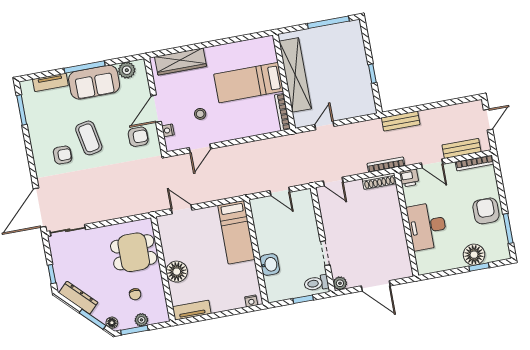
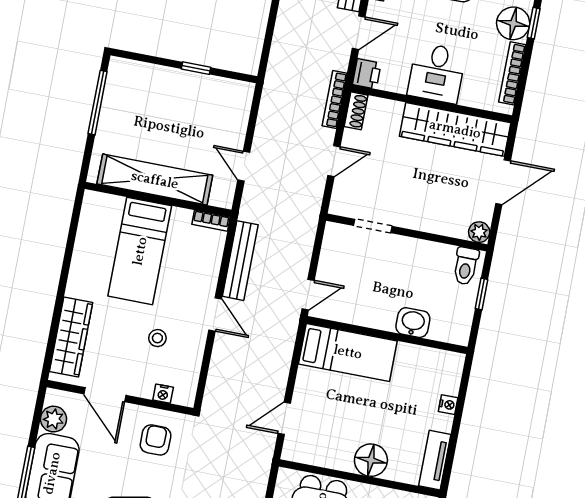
door: (156, 109) -> (105, 395), moved
bookcase: (282, 112) -> (211, 221), width x0.64
bench: (401, 121) -> (240, 261), moved, width x1.36
door: (200, 148) -> (215, 314), moved
shoe rack: (379, 181) -> (356, 111), width x0.70
door: (333, 182) -> (334, 161), moved
door: (280, 191) -> (308, 295), moved
desk: (427, 226) -> (437, 73), width x0.73
wardrobe: (396, 245) -> (455, 129), added
doorway: (325, 253) -> (373, 226), moved
bookcase: (444, 266) -> (512, 73), added
nightstand: (251, 301) -> (448, 405), moved

